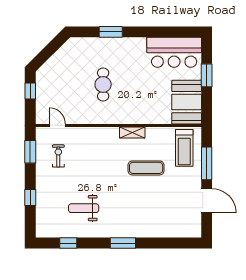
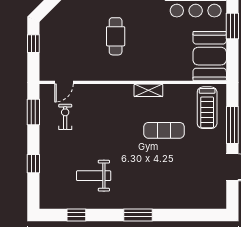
door: (57, 125) -> (64, 82), swing flipped

